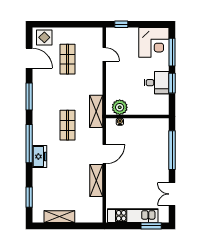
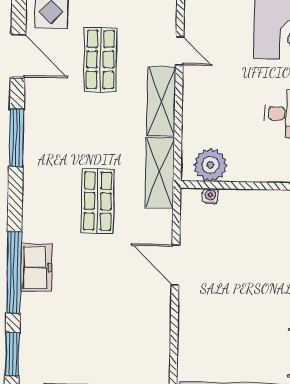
window: (29, 144) -> (14, 272), moved
door: (104, 154) -> (175, 265), swing flipped
shelving: (96, 181) -> (161, 101), moved

